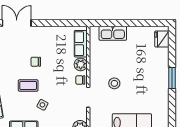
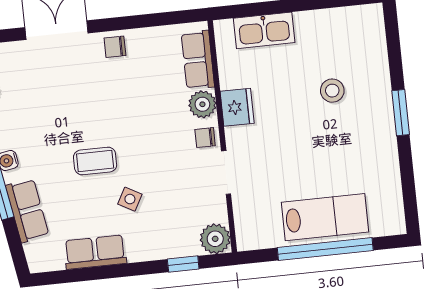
fridge: (162, 39) -> (237, 107), moved, turned 180
chair: (36, 62) -> (115, 47), moved
stool: (114, 83) -> (332, 91), moved

